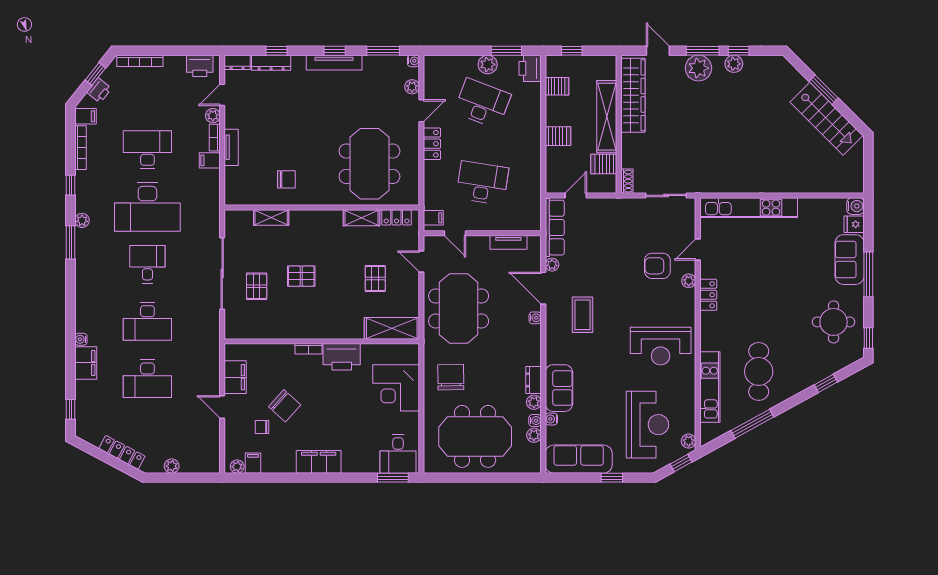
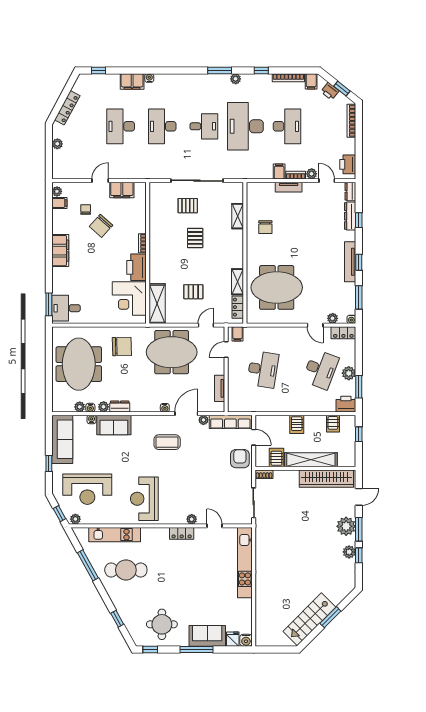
locker: (432, 144) -> (343, 333), moved
armchair: (657, 266) -> (240, 459), moved
corner desk: (396, 388) -> (129, 299), moved, turned -90

